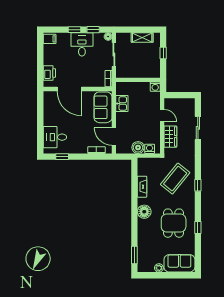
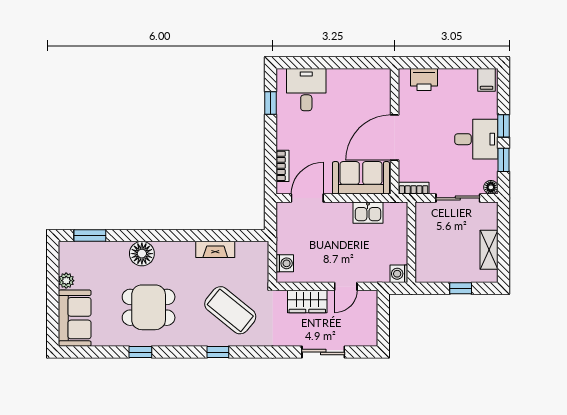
door: (69, 89) -> (395, 138), moved
boiler: (138, 147) -> (287, 242), removed
floor lamp: (144, 212) -> (142, 254), moved

